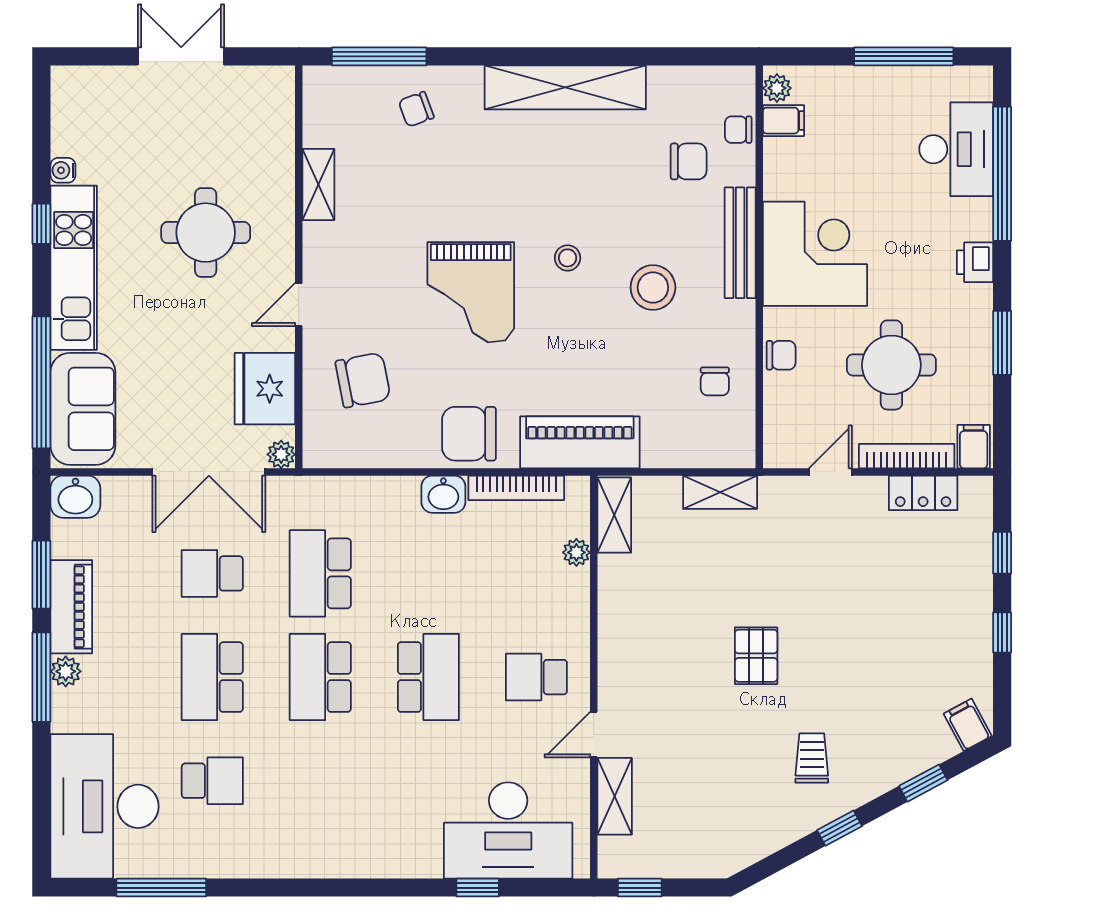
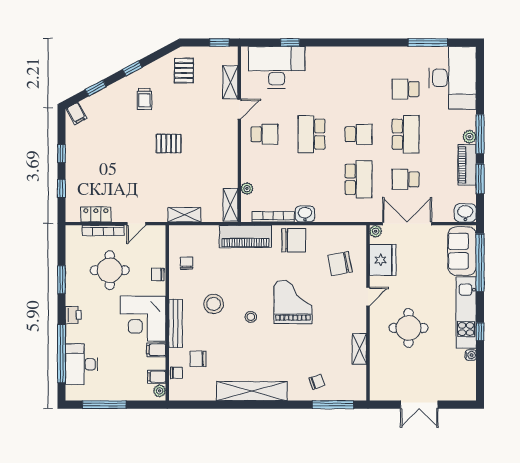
filing cabinet: (974, 447) -> (156, 350), moved, turned 90
school desk: (212, 573) -> (406, 179), turned 180
pallet: (756, 656) -> (169, 144), turned 90
school desk: (320, 677) -> (359, 134), width x0.54
pallet: (721, 823) -> (184, 70), added

